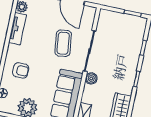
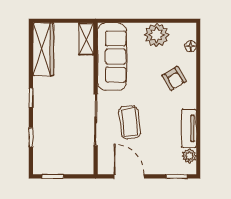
armchair: (21, 70) -> (174, 78), turned -121
boiler: (91, 78) -> (86, 87), removed

